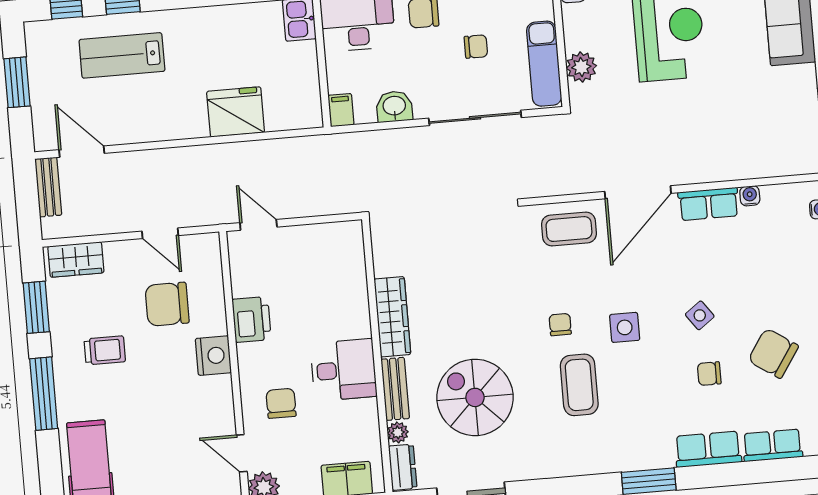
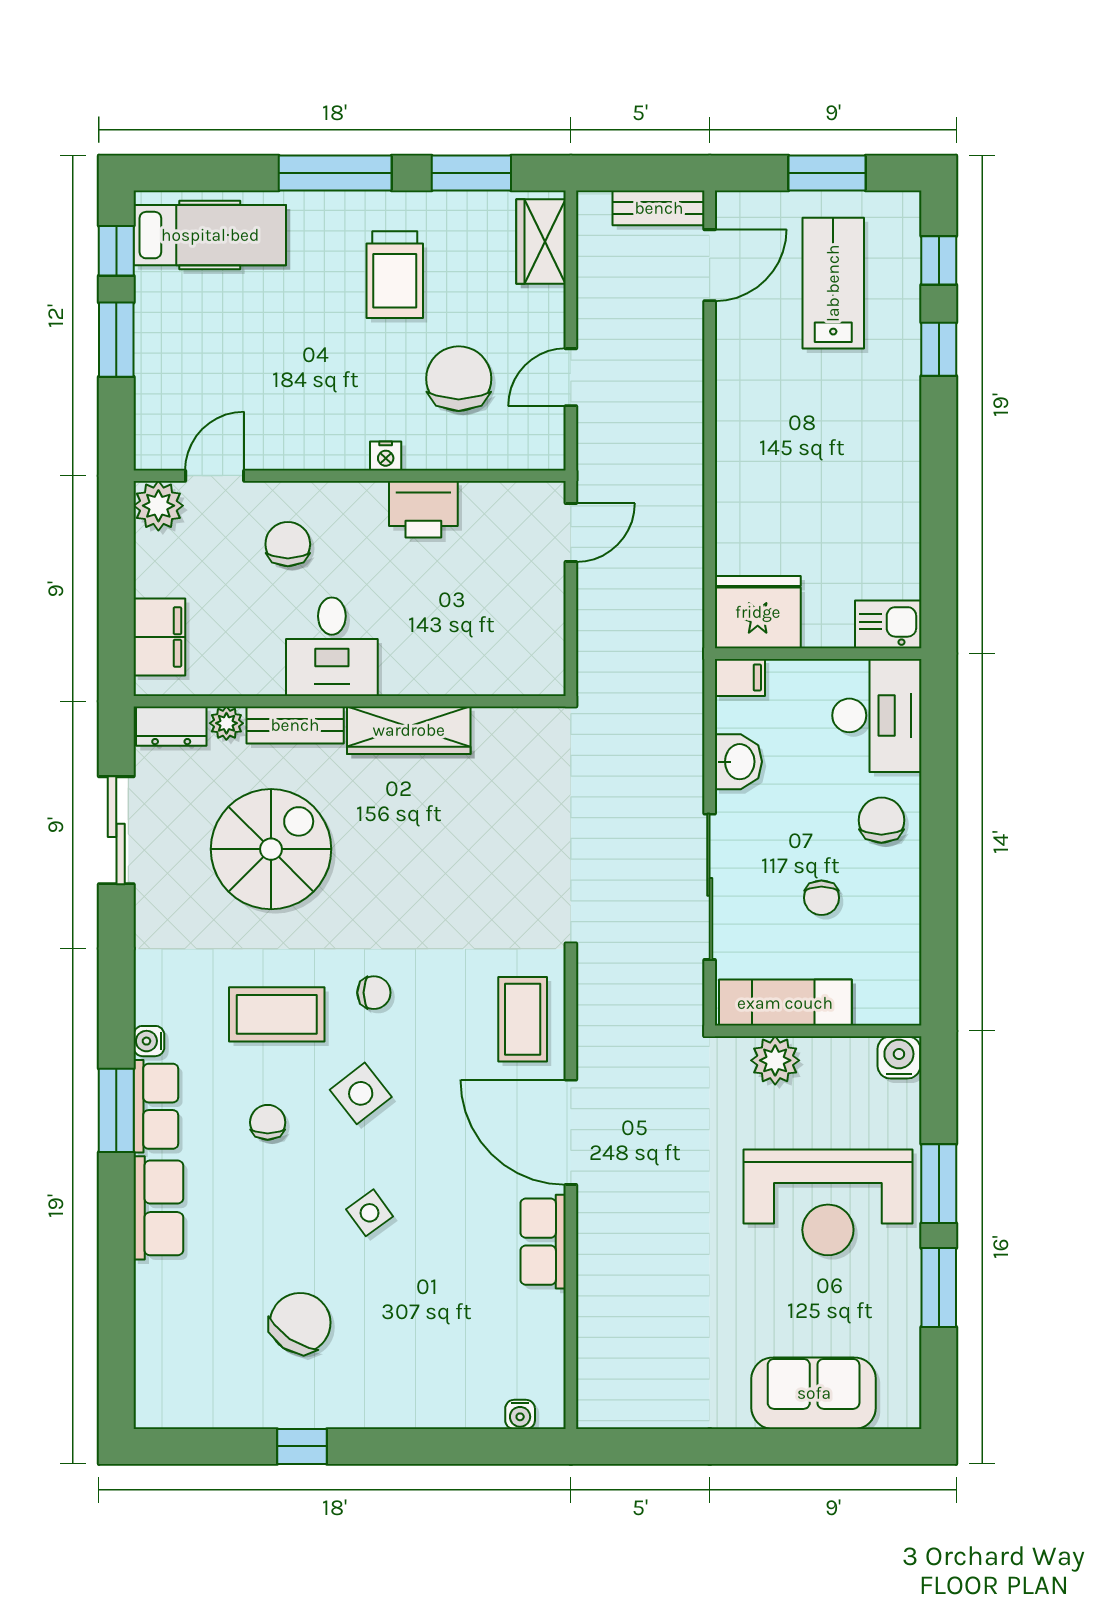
lab bench: (122, 55) -> (833, 283), moved
fridge: (236, 112) -> (758, 612), moved, turned -90
water cooler: (750, 196) -> (149, 1041), moved, turned 180
side table: (625, 327) -> (361, 1093), turned -38
trolley: (105, 350) -> (395, 275), width x1.36, depth x1.39
nightstand: (213, 356) -> (386, 456), width x0.53, depth x0.56
chair: (709, 374) -> (268, 1122), moved
chair: (281, 403) -> (288, 544), turned -90
row of seats: (772, 445) -> (156, 1106), moved

